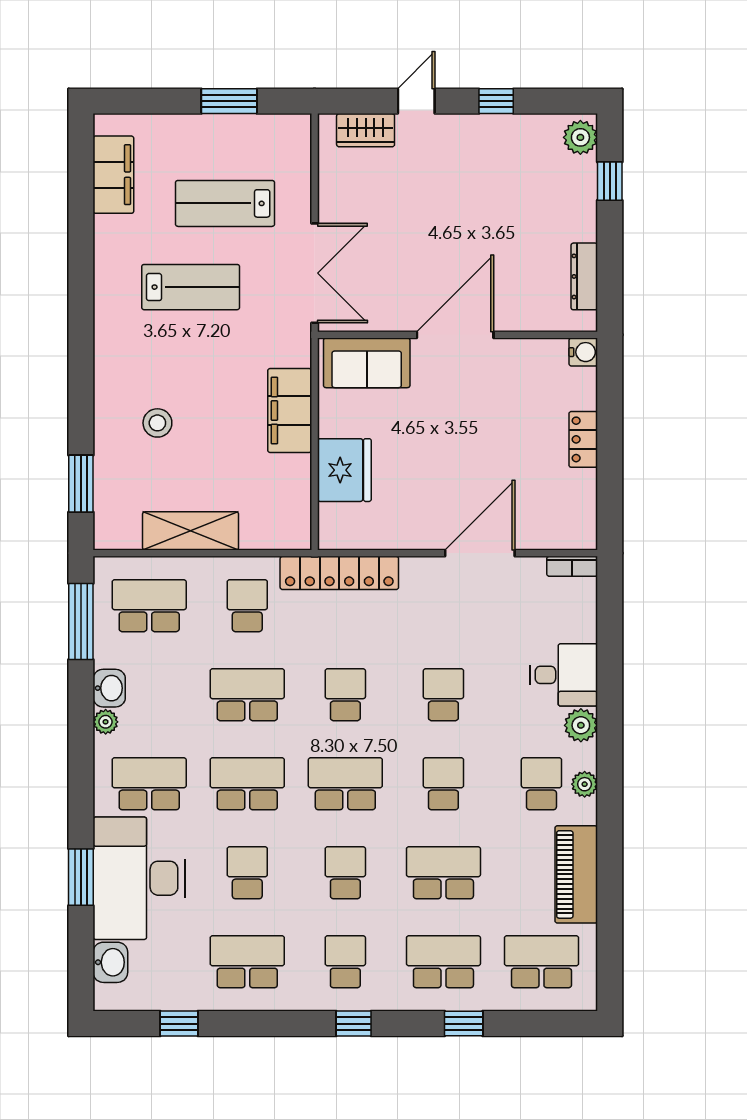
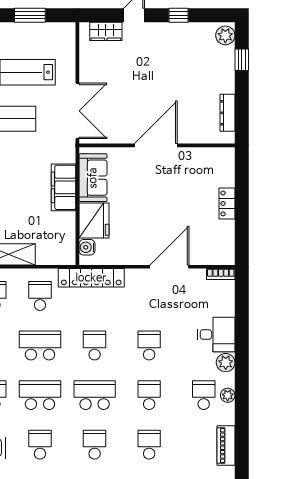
water cooler: (583, 352) -> (87, 247), moved, turned 180
sofa: (367, 363) -> (93, 178), moved, turned -90
school desk: (443, 873) -> (149, 445), width x0.54
piano: (576, 874) -> (226, 446), width x0.73, depth x0.75

